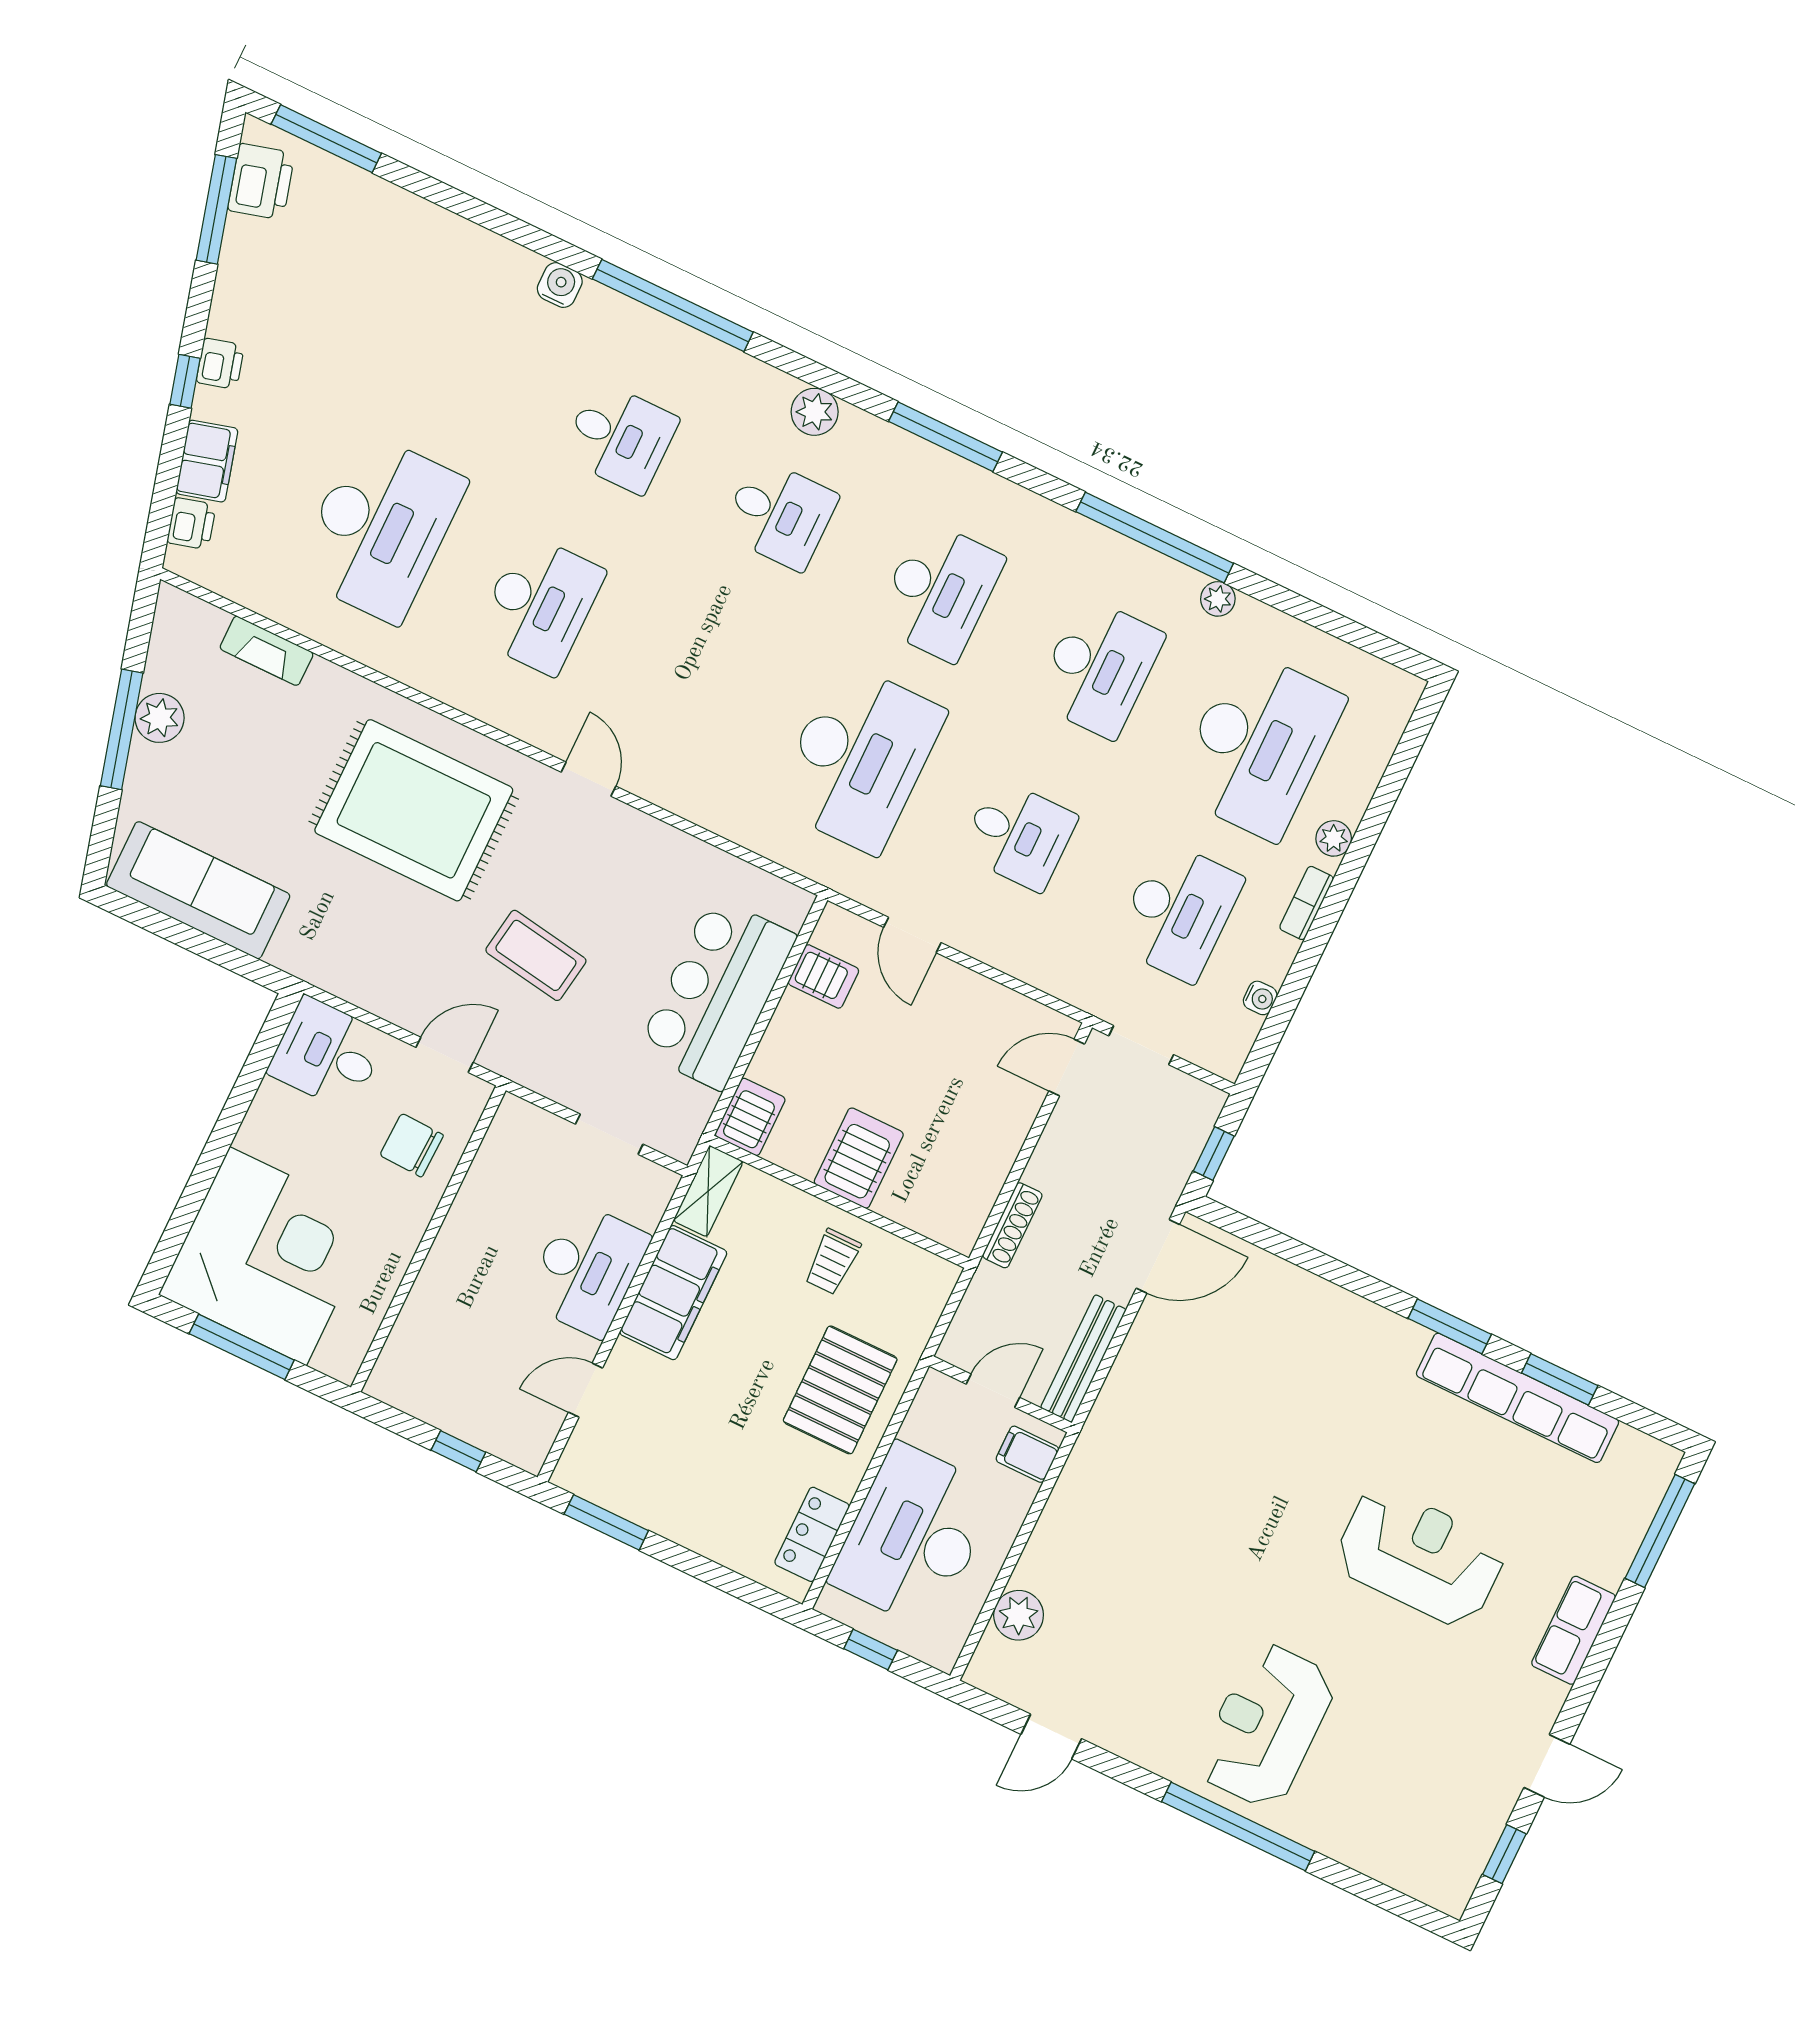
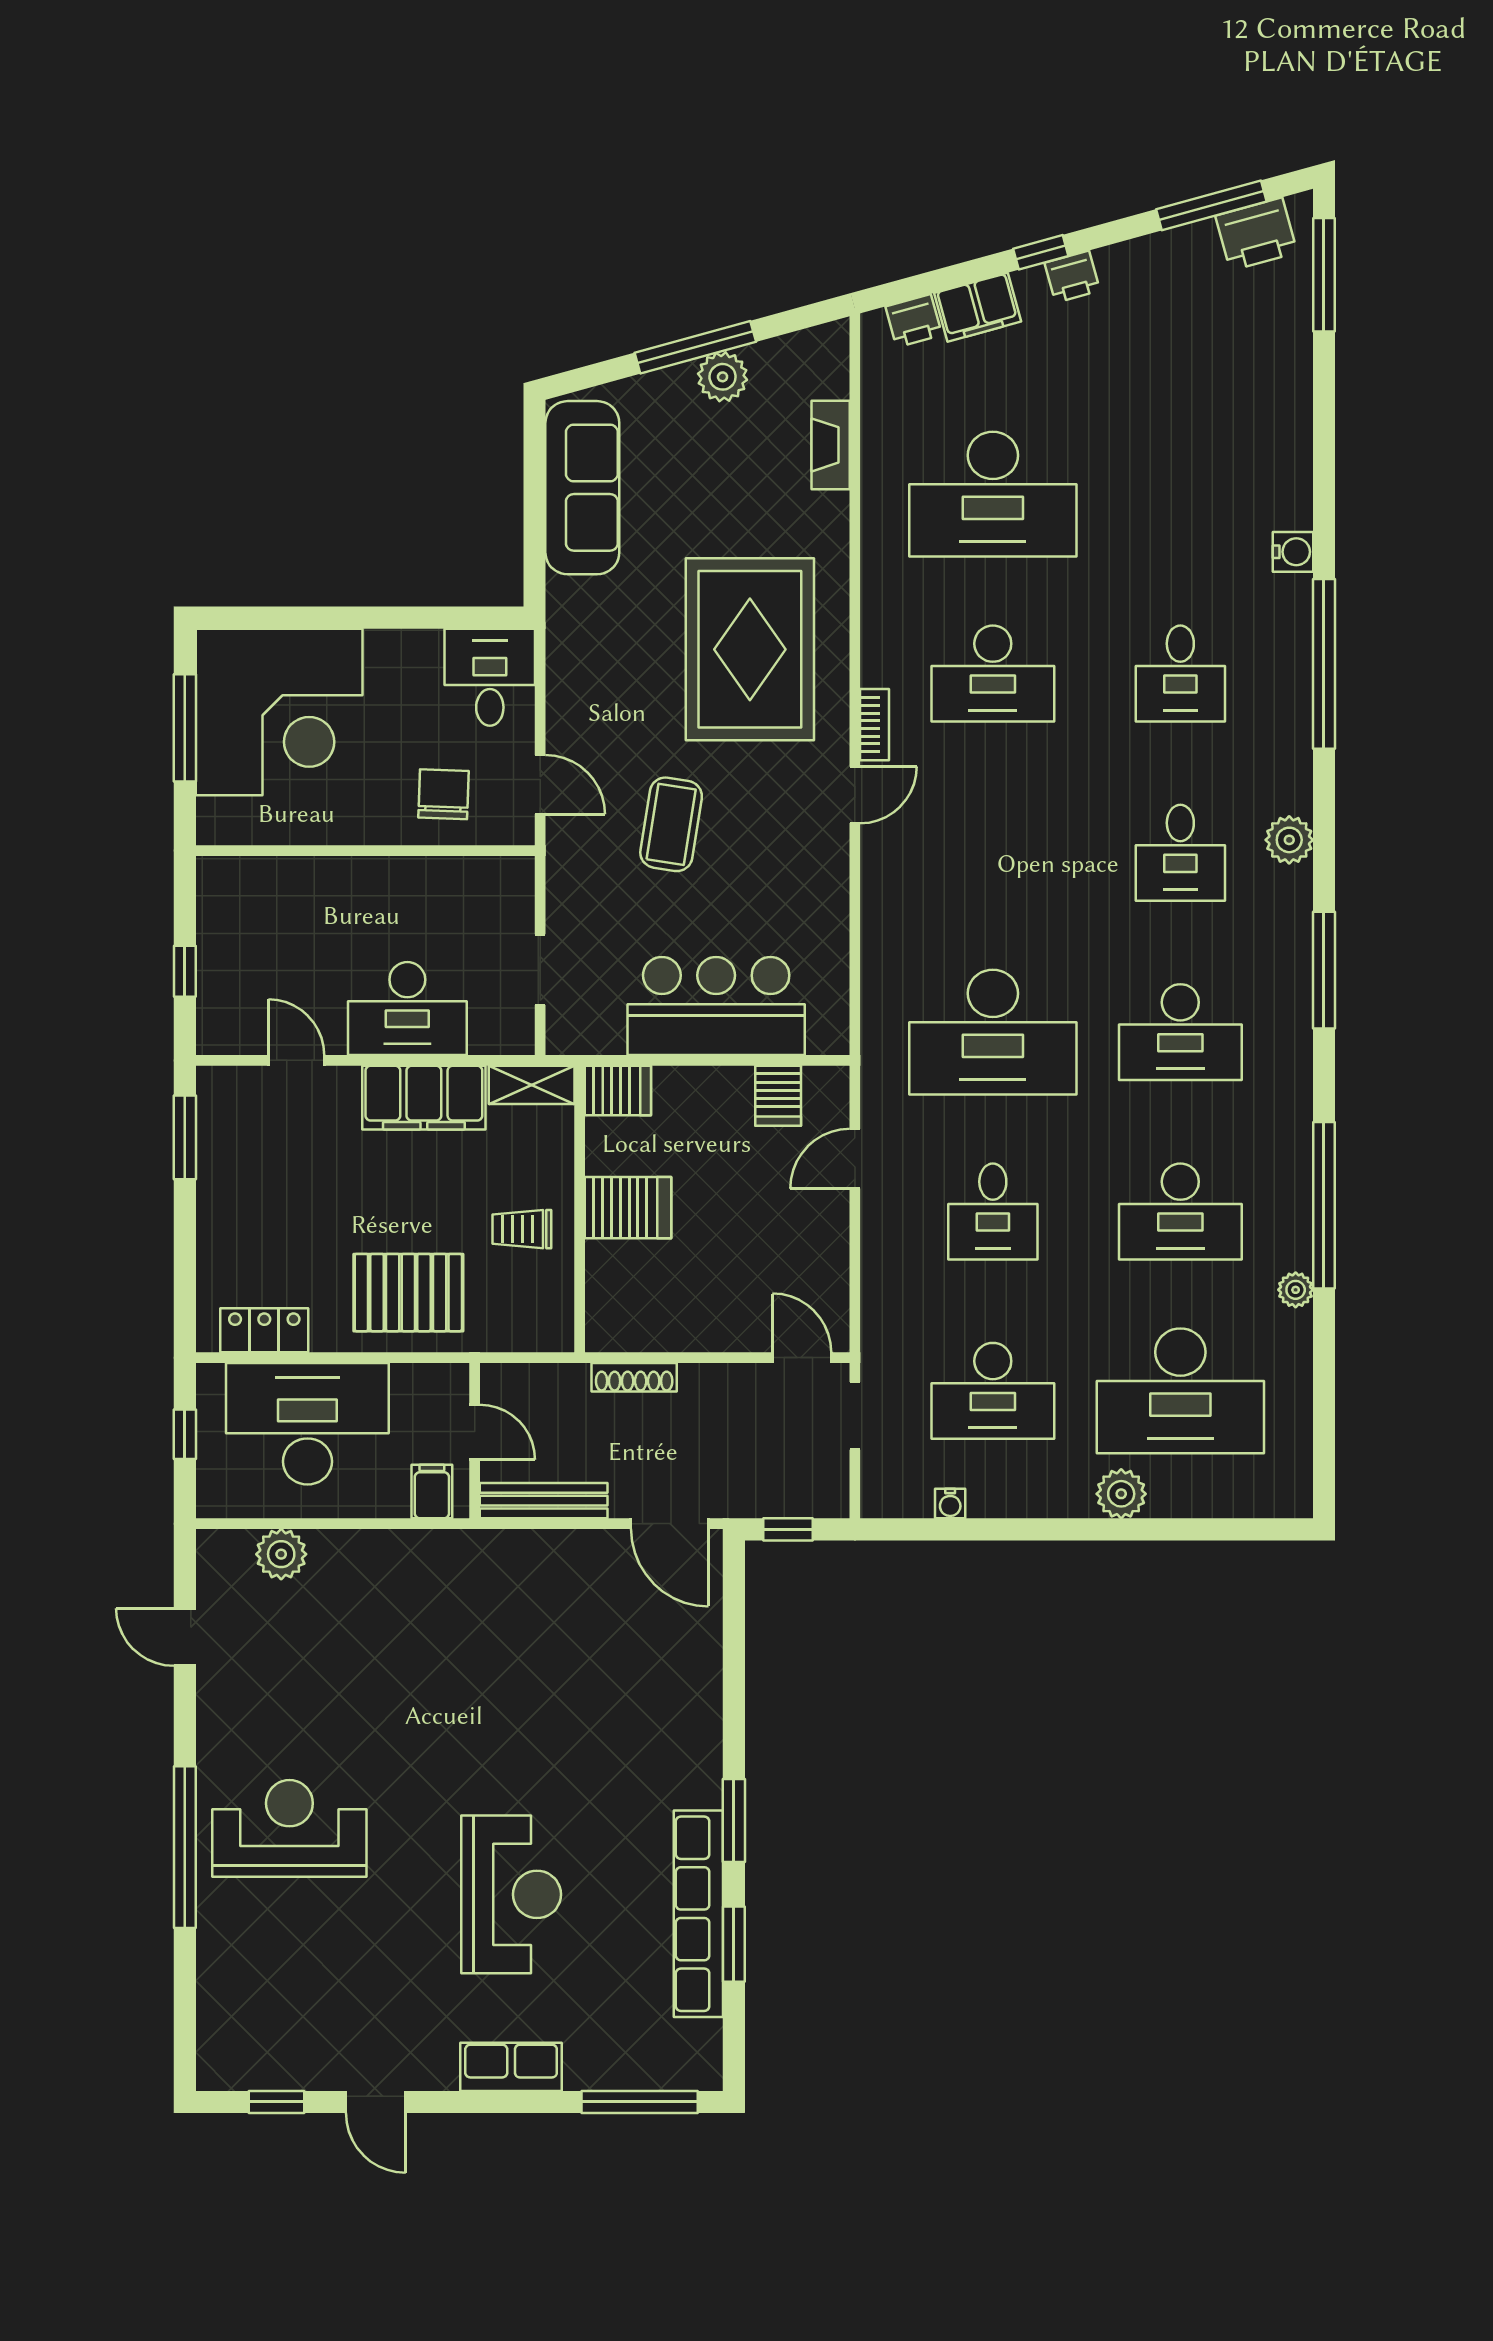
plant: (1334, 838) -> (1121, 1494), width x1.38, depth x1.38
bookcase: (1307, 903) -> (875, 725), moved, turned 90

